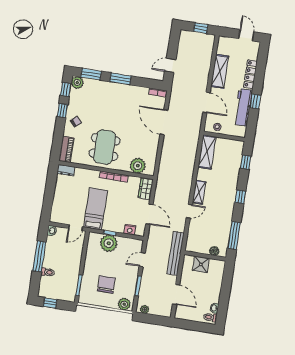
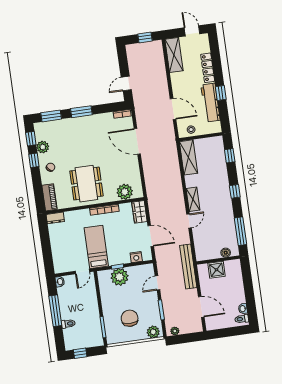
shelving: (220, 71) -> (174, 55), moved
plant: (77, 82) -> (43, 147), moved

